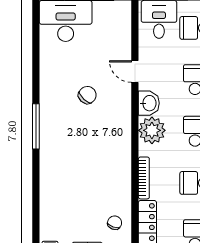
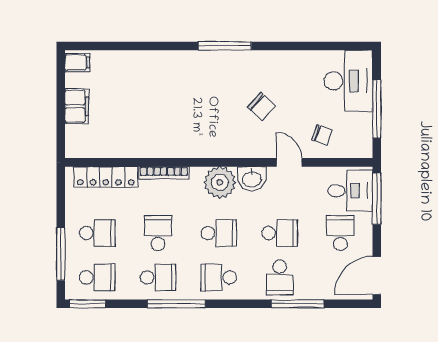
door: (135, 72) -> (289, 162), hinge flipped
chair: (115, 223) -> (322, 135), moved

